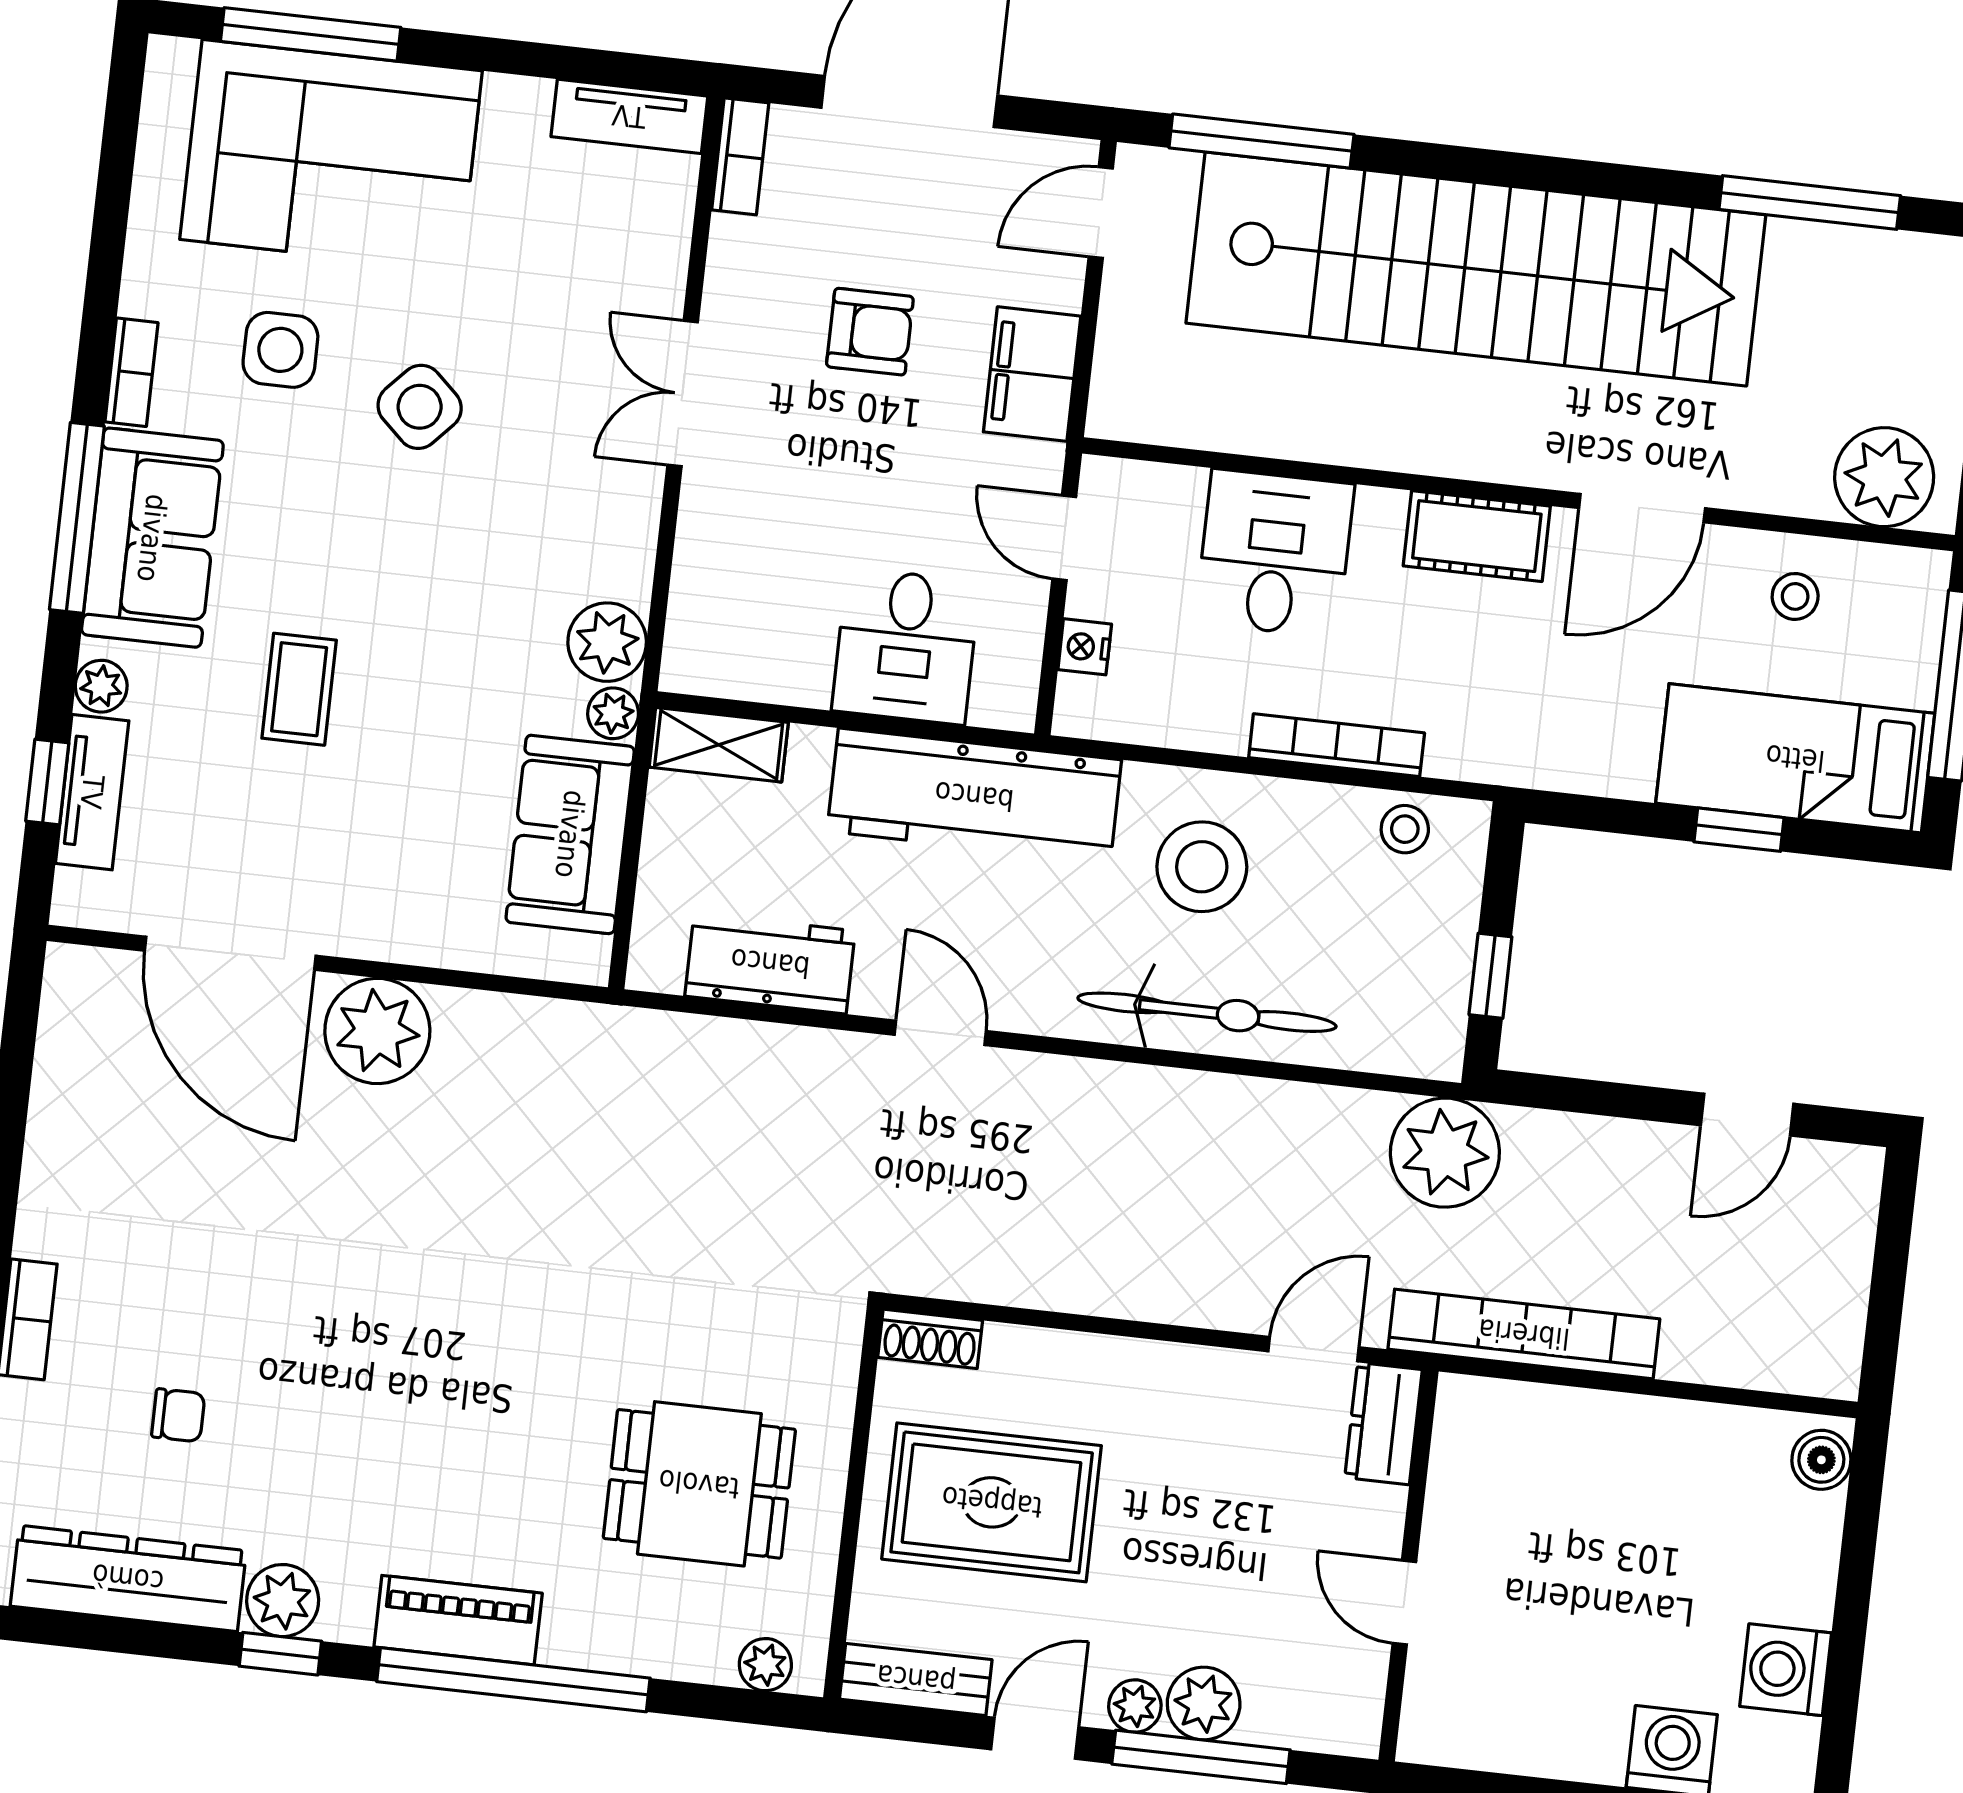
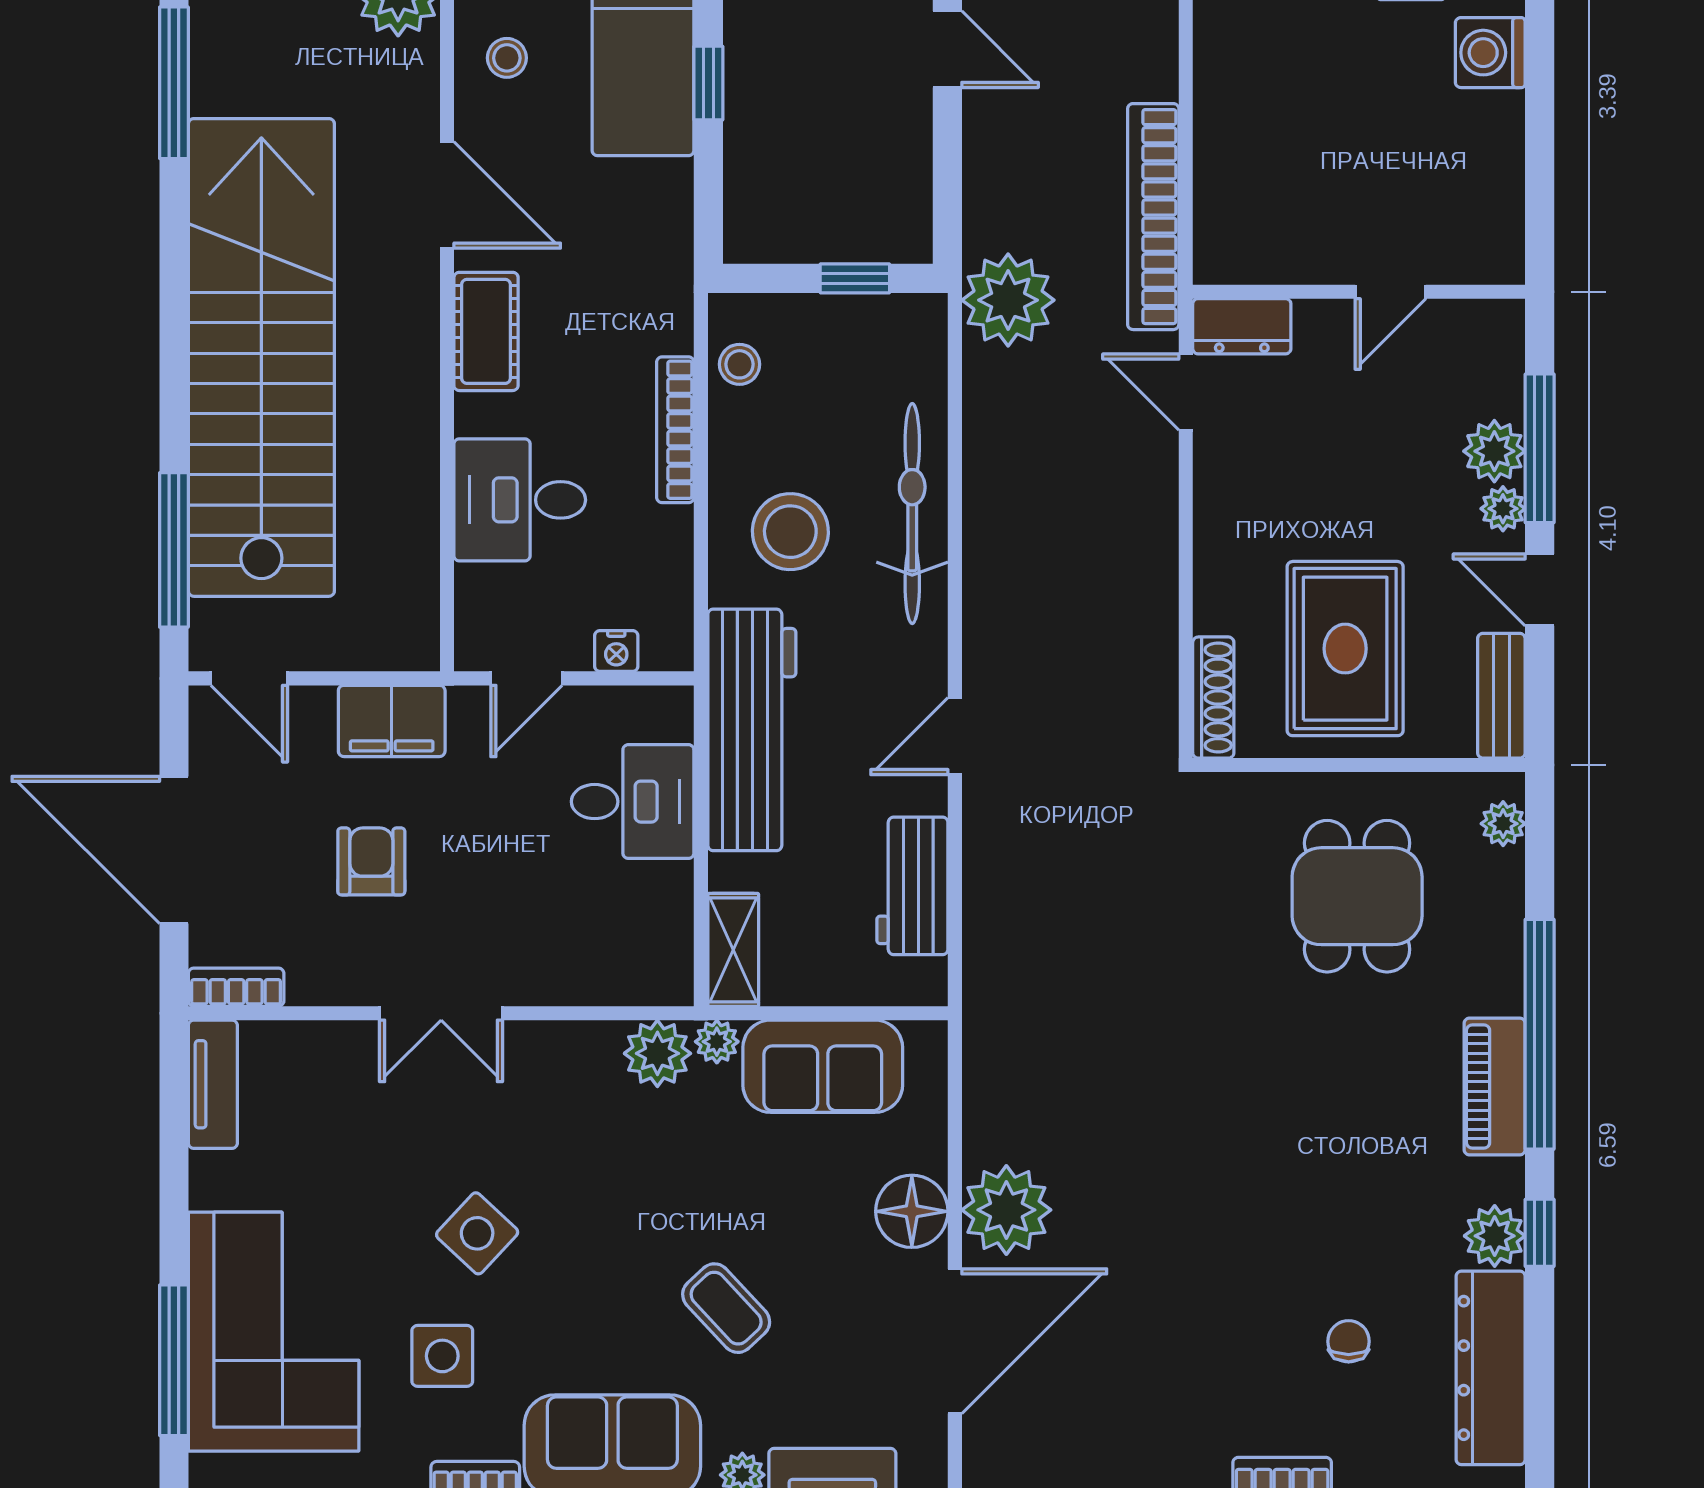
coffee table: (299, 689) -> (726, 1308), turned 47
floor lamp: (388, 920) -> (912, 1211), added
shoe rack: (930, 1339) -> (1213, 698), width x1.43

